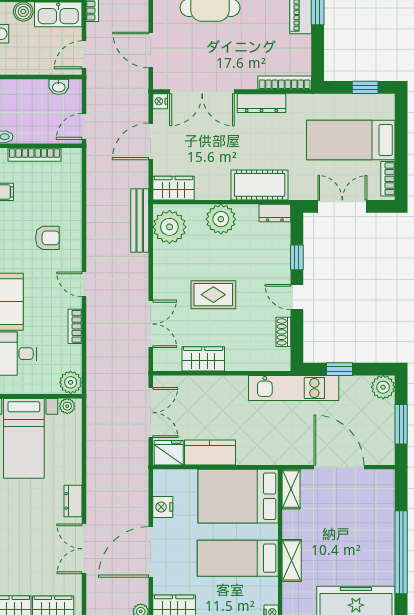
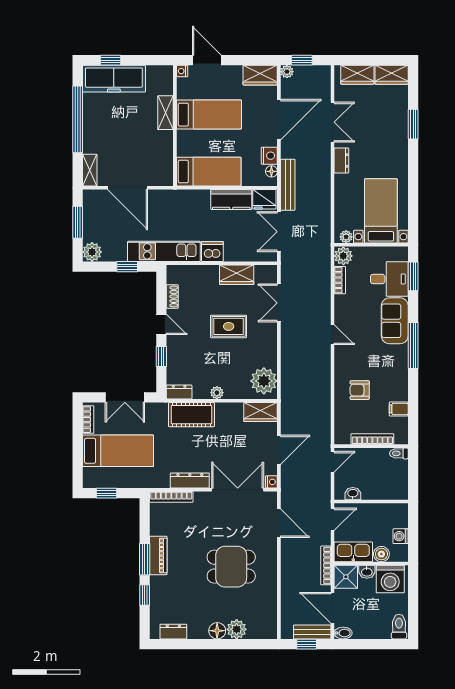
plant: (221, 219) -> (217, 393), width x0.53, depth x0.53
bench: (140, 220) -> (288, 185), moved
armchair: (47, 238) -> (360, 390), moved
bookcase: (75, 326) -> (340, 280), moved
dishwasher: (233, 388) -> (212, 251), added
floor lamp: (160, 487) -> (271, 171), added
shelving: (291, 489) -> (90, 170), moved
bed: (238, 496) -> (209, 172), width x0.67

